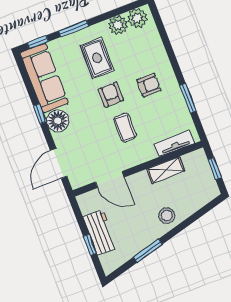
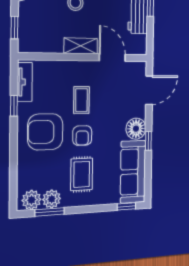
window: (74, 28) -> (50, 212), moved
armchair: (149, 85) -> (45, 132), width x1.88, depth x1.88
window: (188, 98) -> (14, 106), width x0.67
tv unit: (174, 143) -> (25, 82), moved, turned -90
shelving: (166, 170) -> (81, 46), moved

